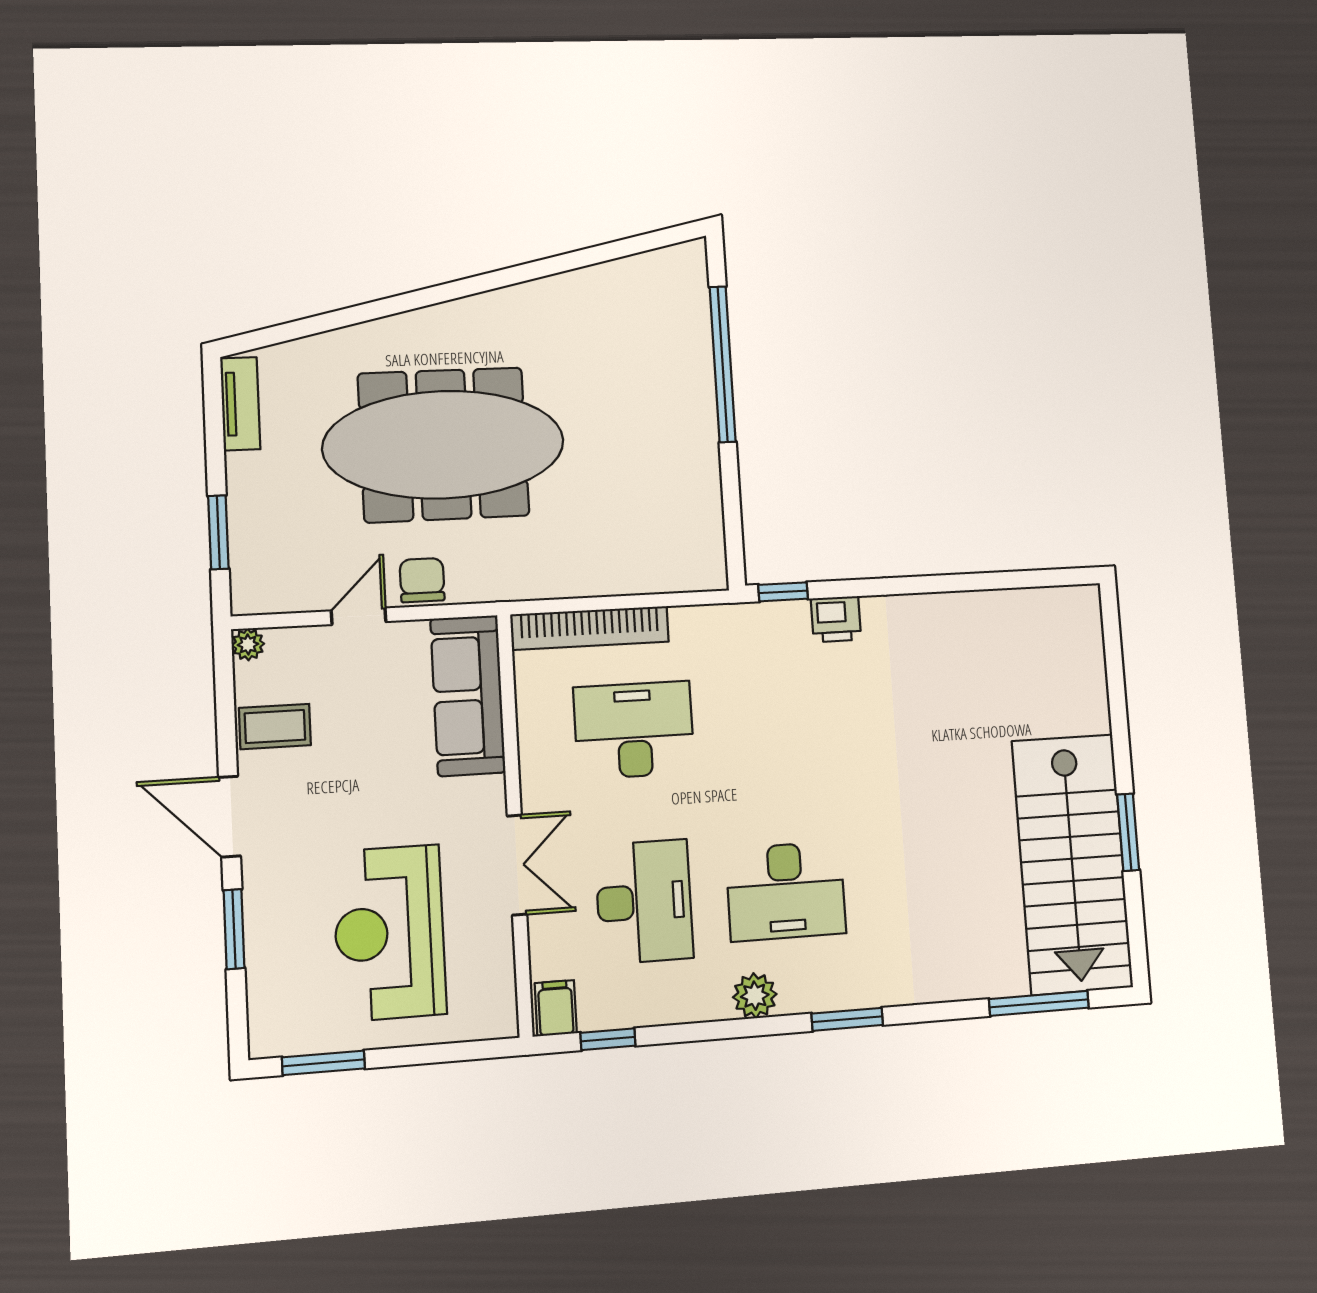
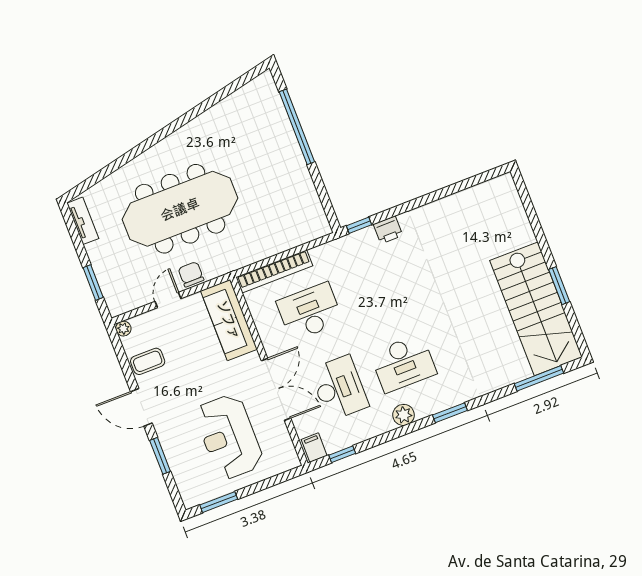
double door: (517, 865) -> (276, 389), width x1.37

